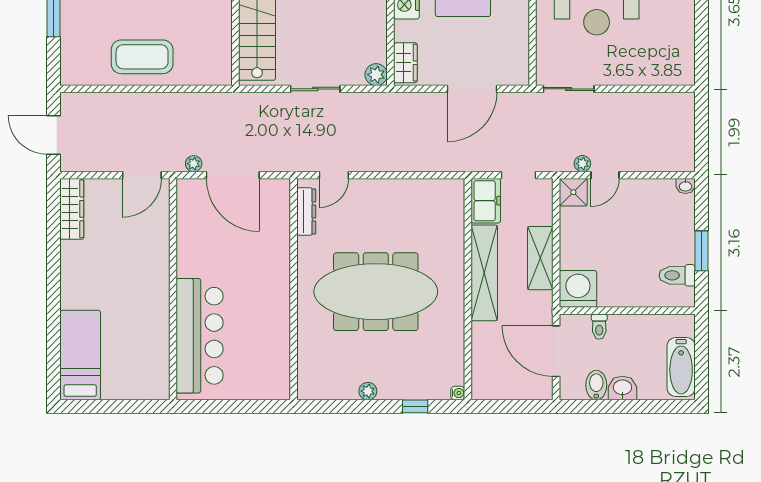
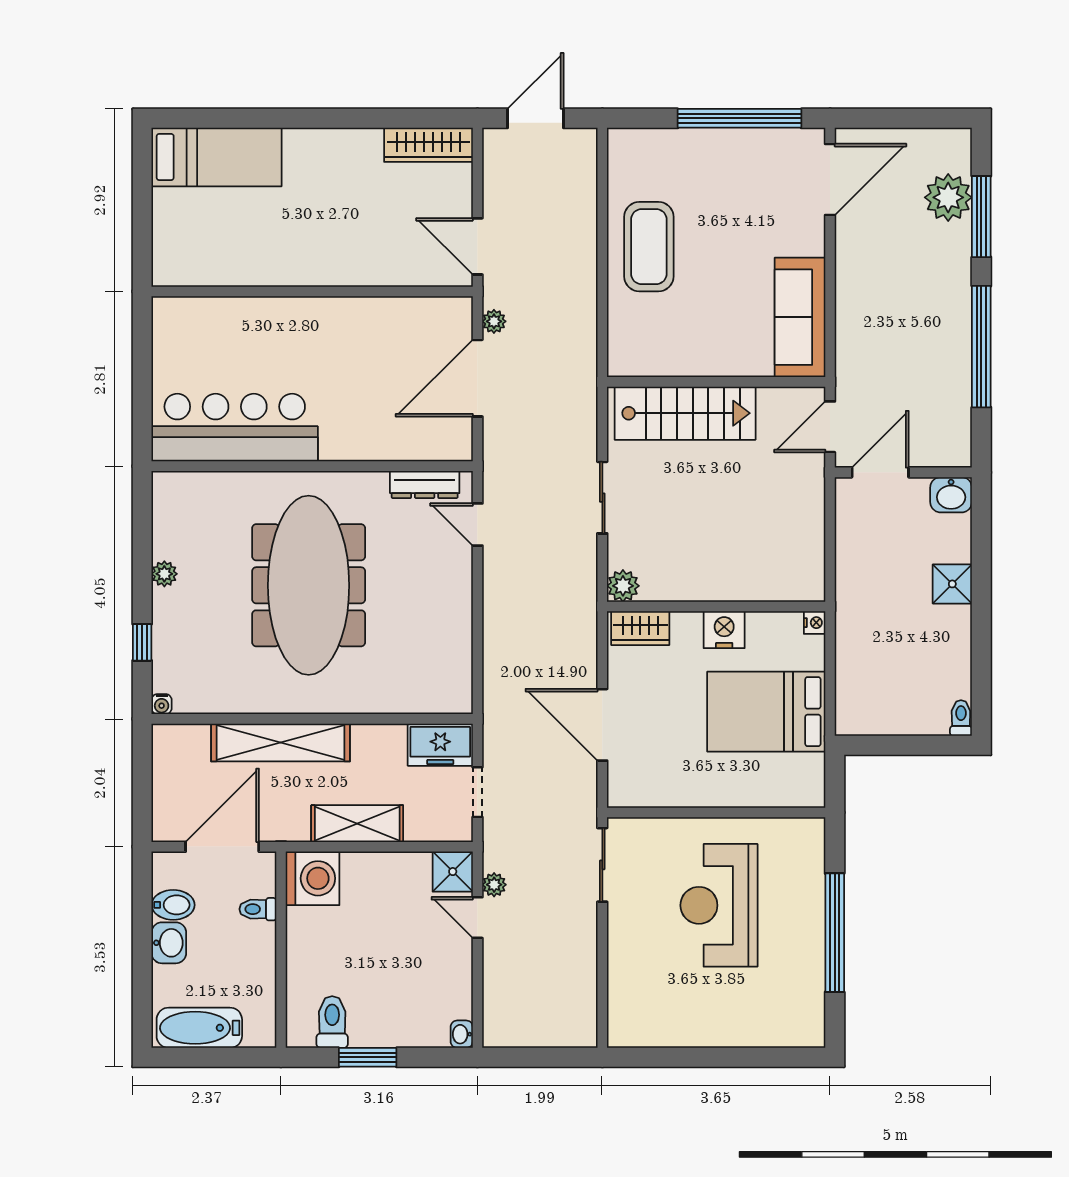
shelving: (484, 273) -> (281, 742), moved
bar counter: (200, 336) -> (235, 428), moved, turned 180

